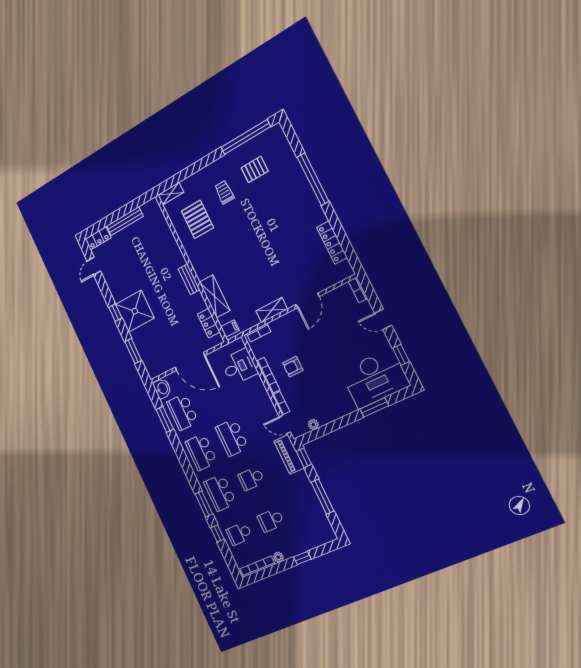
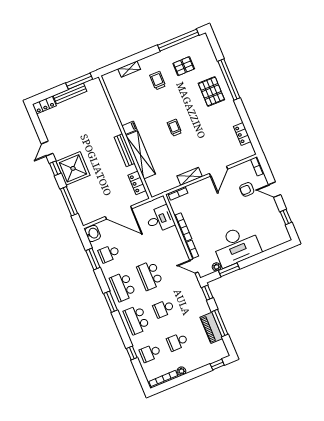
shelving: (171, 194) -> (129, 69), moved
window: (134, 205) -> (79, 81), added
pallet: (197, 219) -> (211, 92), moved
locker: (332, 242) -> (242, 134), width x0.66
trolley: (249, 250) -> (174, 128), added
door: (94, 266) -> (47, 149), moved
bench: (189, 279) -> (124, 150), width x1.36
shelving: (215, 296) -> (141, 155), width x1.47
filing cabinet: (230, 329) -> (129, 128), moved
window: (133, 351) -> (69, 201), width x1.44
armchair: (293, 367) -> (247, 189), moved
desk: (375, 378) -> (236, 246), moved
window: (374, 407) -> (229, 270), moved
school desk: (183, 412) -> (109, 253), width x0.54
piano: (289, 454) -> (211, 328), moved
window: (204, 504) -> (111, 302), moved
window: (302, 558) -> (217, 365), moved

